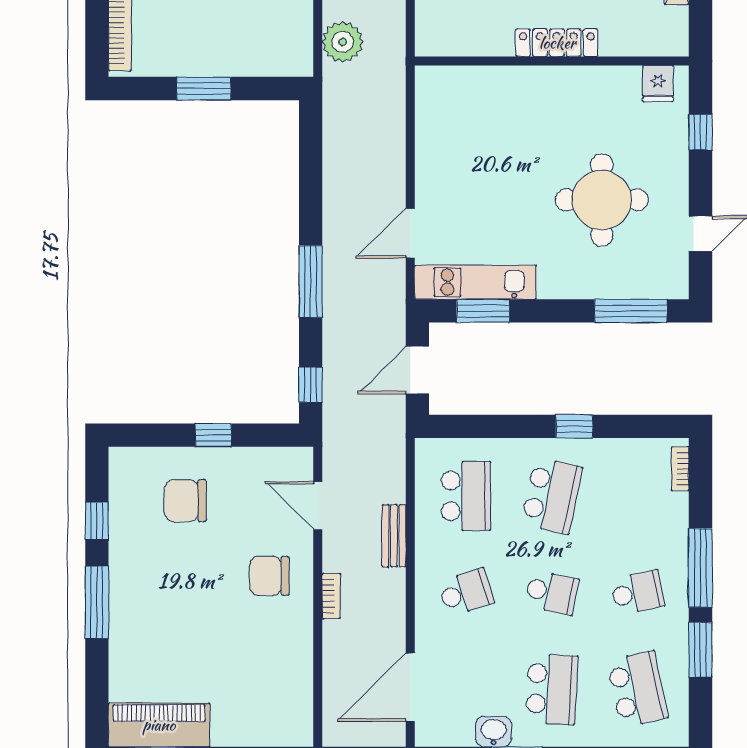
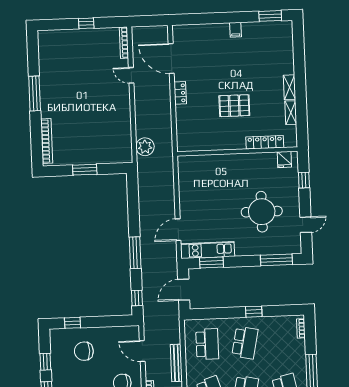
locker: (557, 43) -> (265, 142), moved
window: (213, 435) -> (73, 323), moved
bench: (394, 536) -> (176, 363), width x1.36

